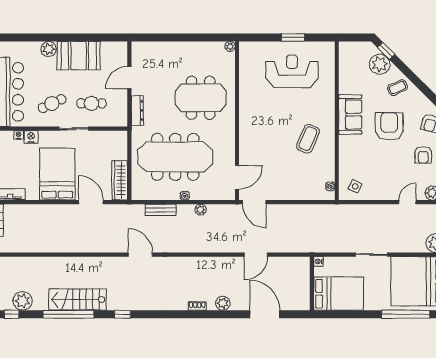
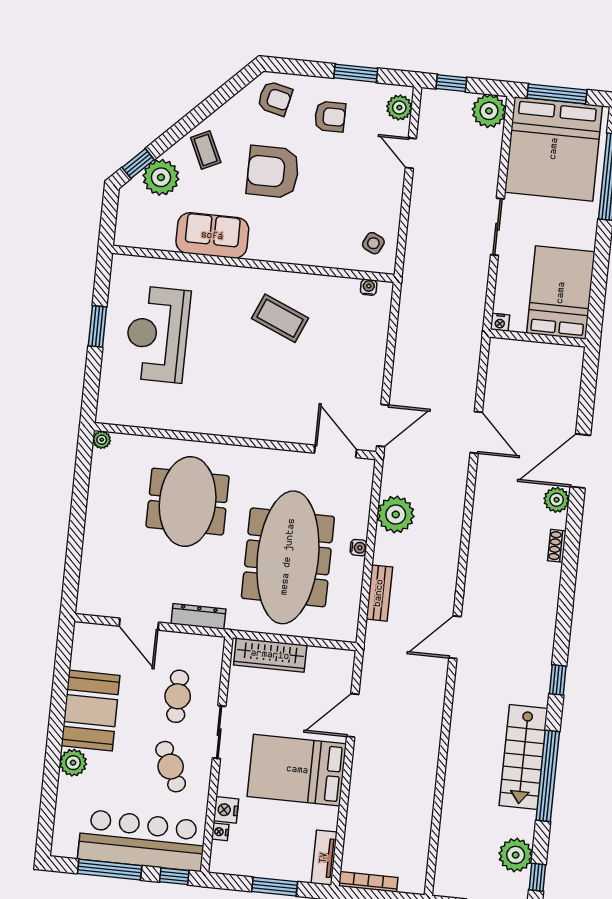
sofa: (350, 115) -> (212, 236), moved
wardrobe: (120, 180) -> (270, 655), moved
plant: (200, 210) -> (396, 515), width x1.88, depth x1.88
door: (265, 314) -> (580, 461), moved

